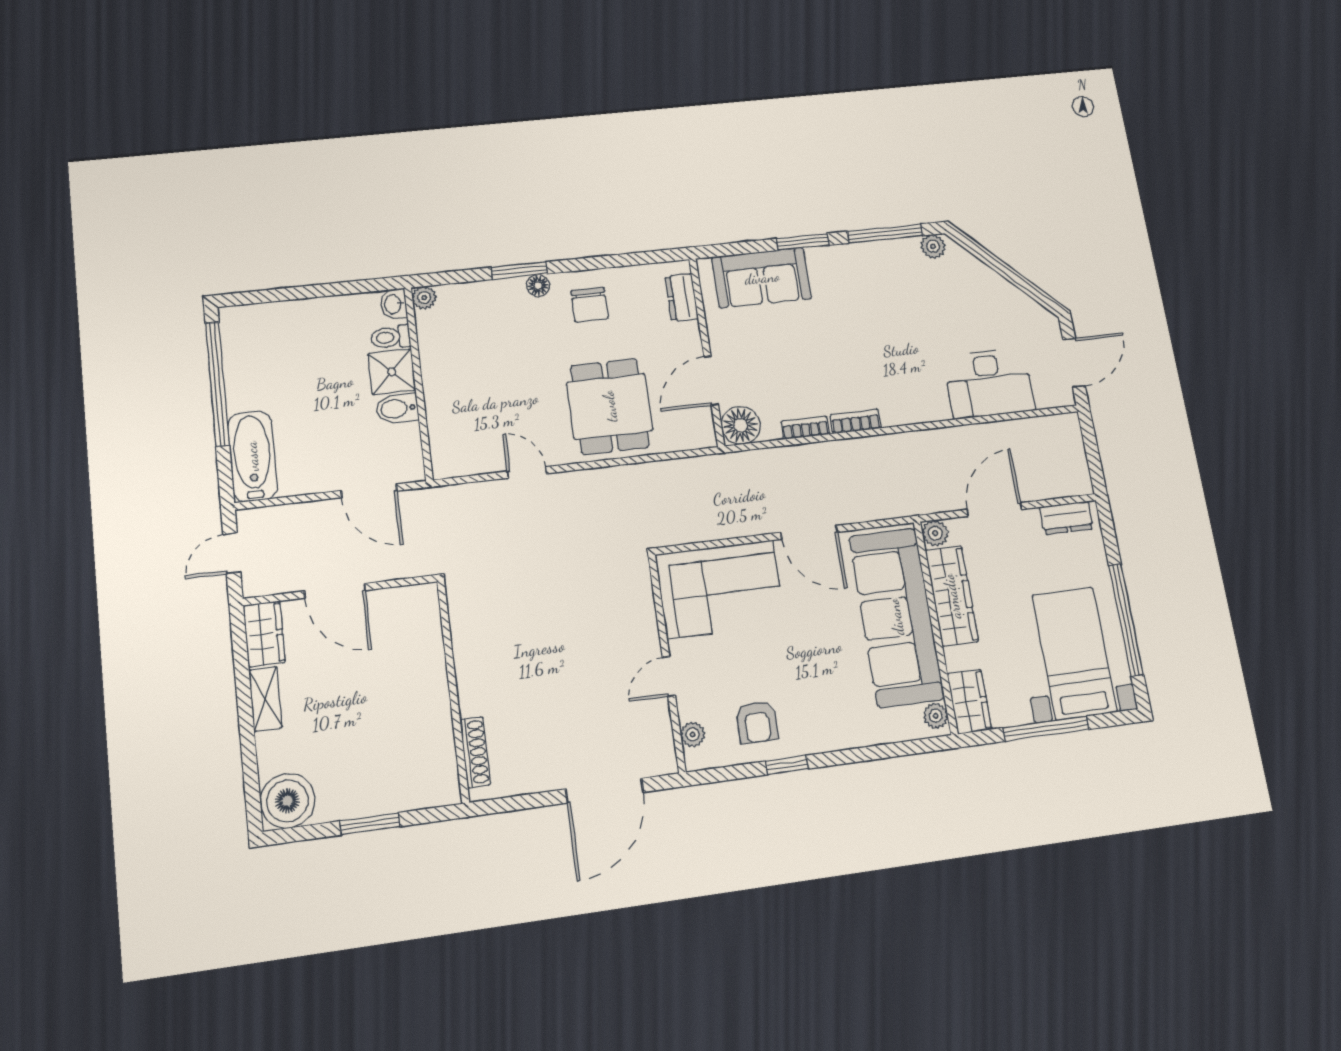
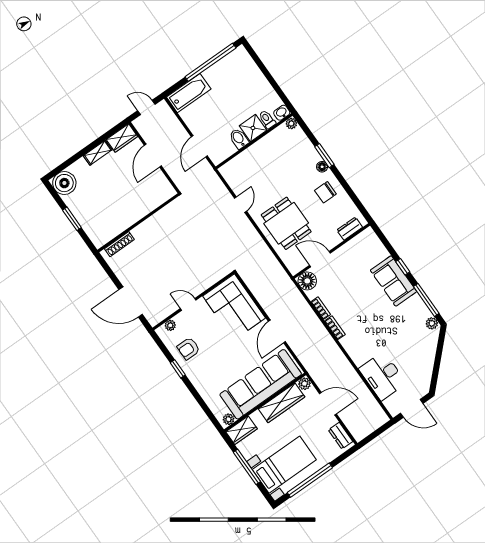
window: (803, 242) -> (403, 267), width x0.67
sofa: (762, 278) -> (393, 281), moved
dining table: (610, 406) -> (286, 223), turned 90

